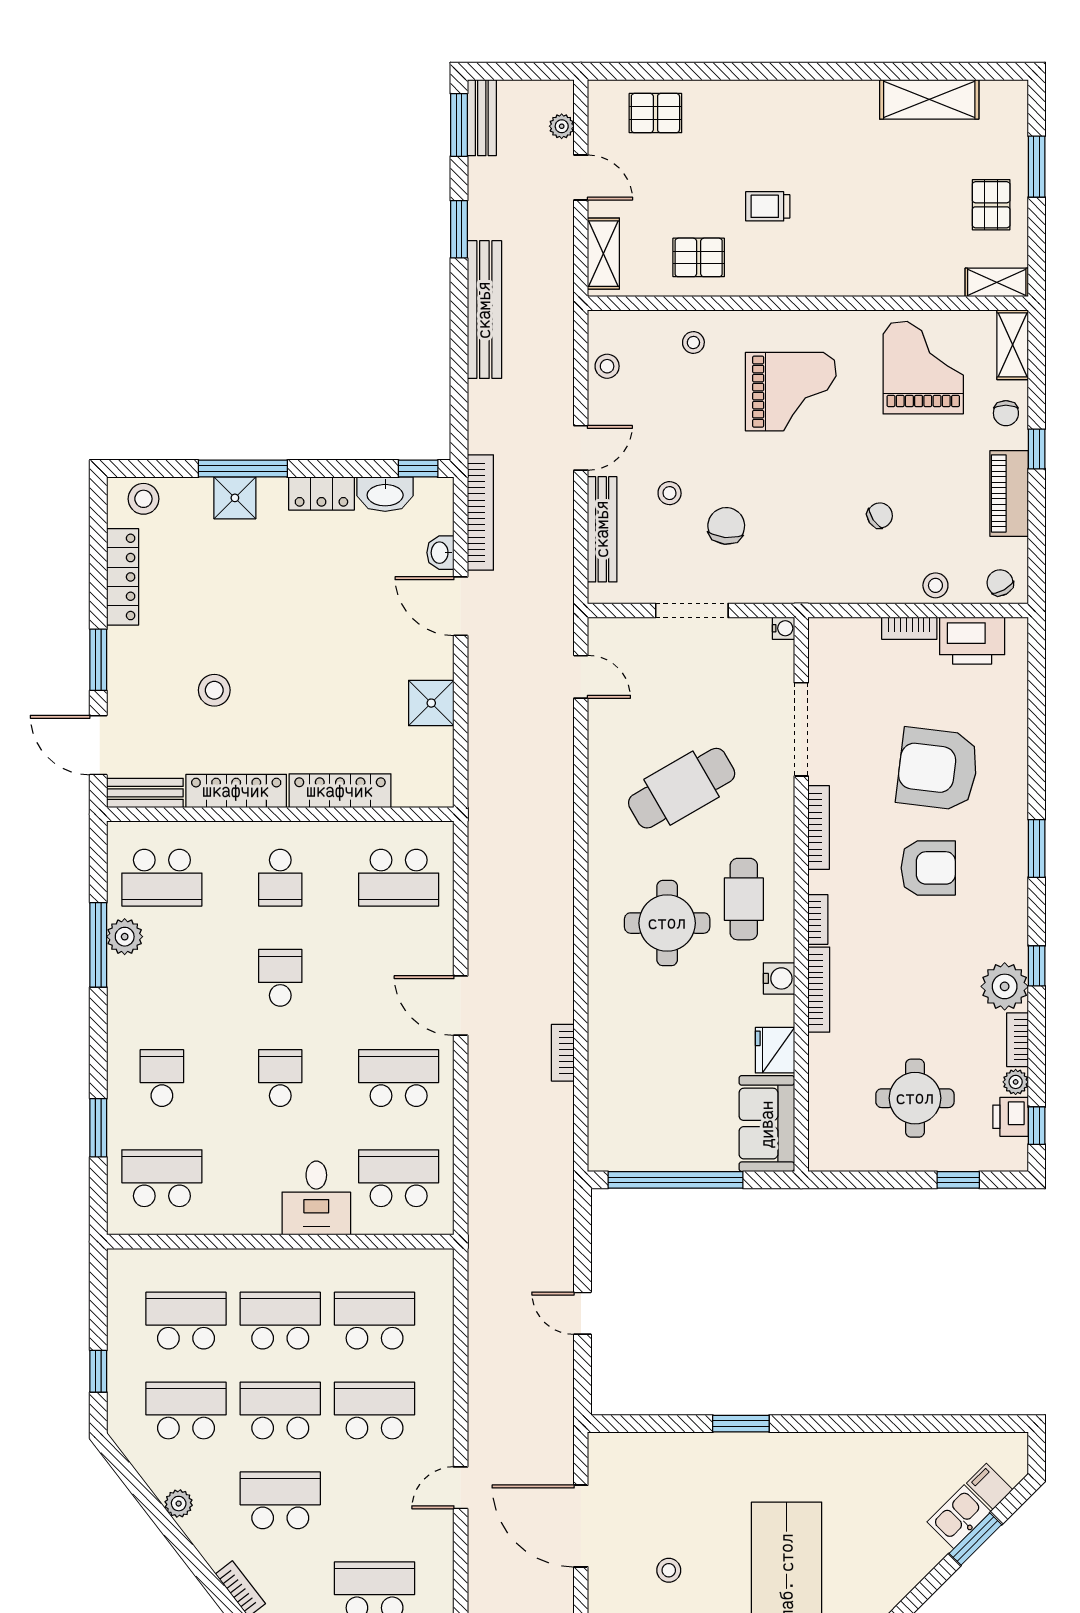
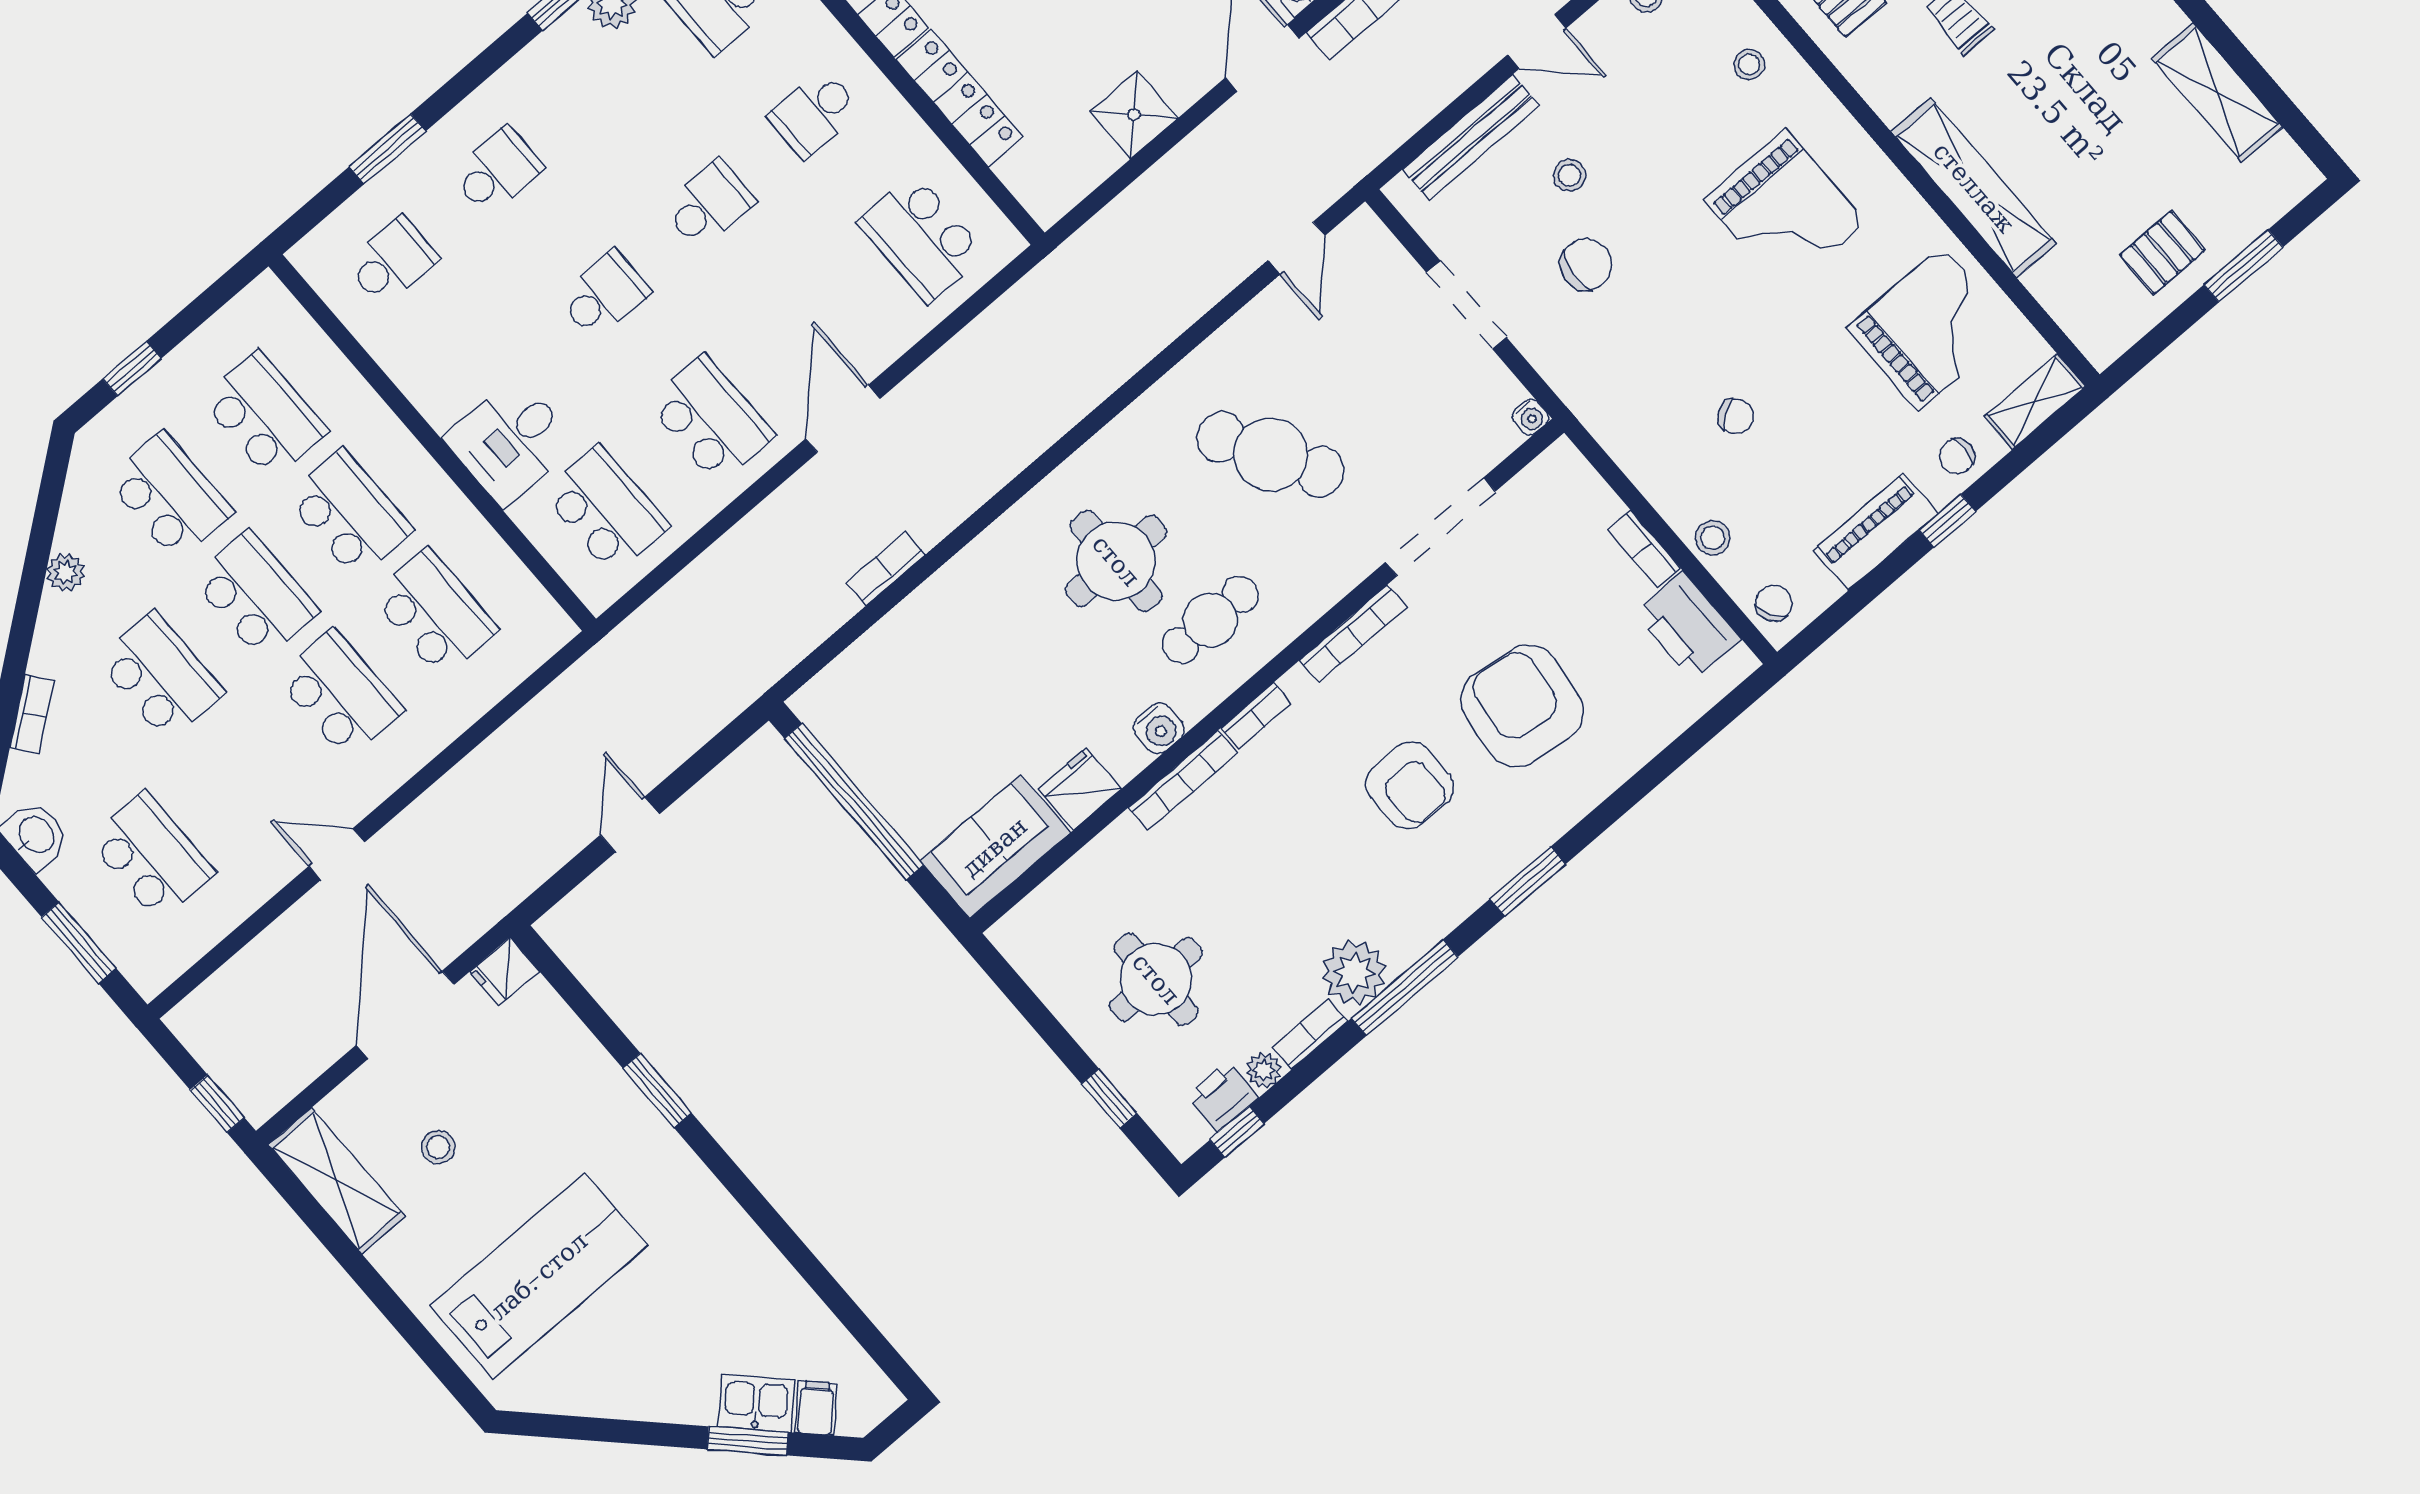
shelving: (997, 282) -> (1974, 188), moved, width x2.20, depth x1.33
window: (1037, 966) -> (1405, 987), width x2.17
school desk: (162, 1178) -> (392, 261), width x0.54
fridge: (604, 1451) -> (504, 971), added

